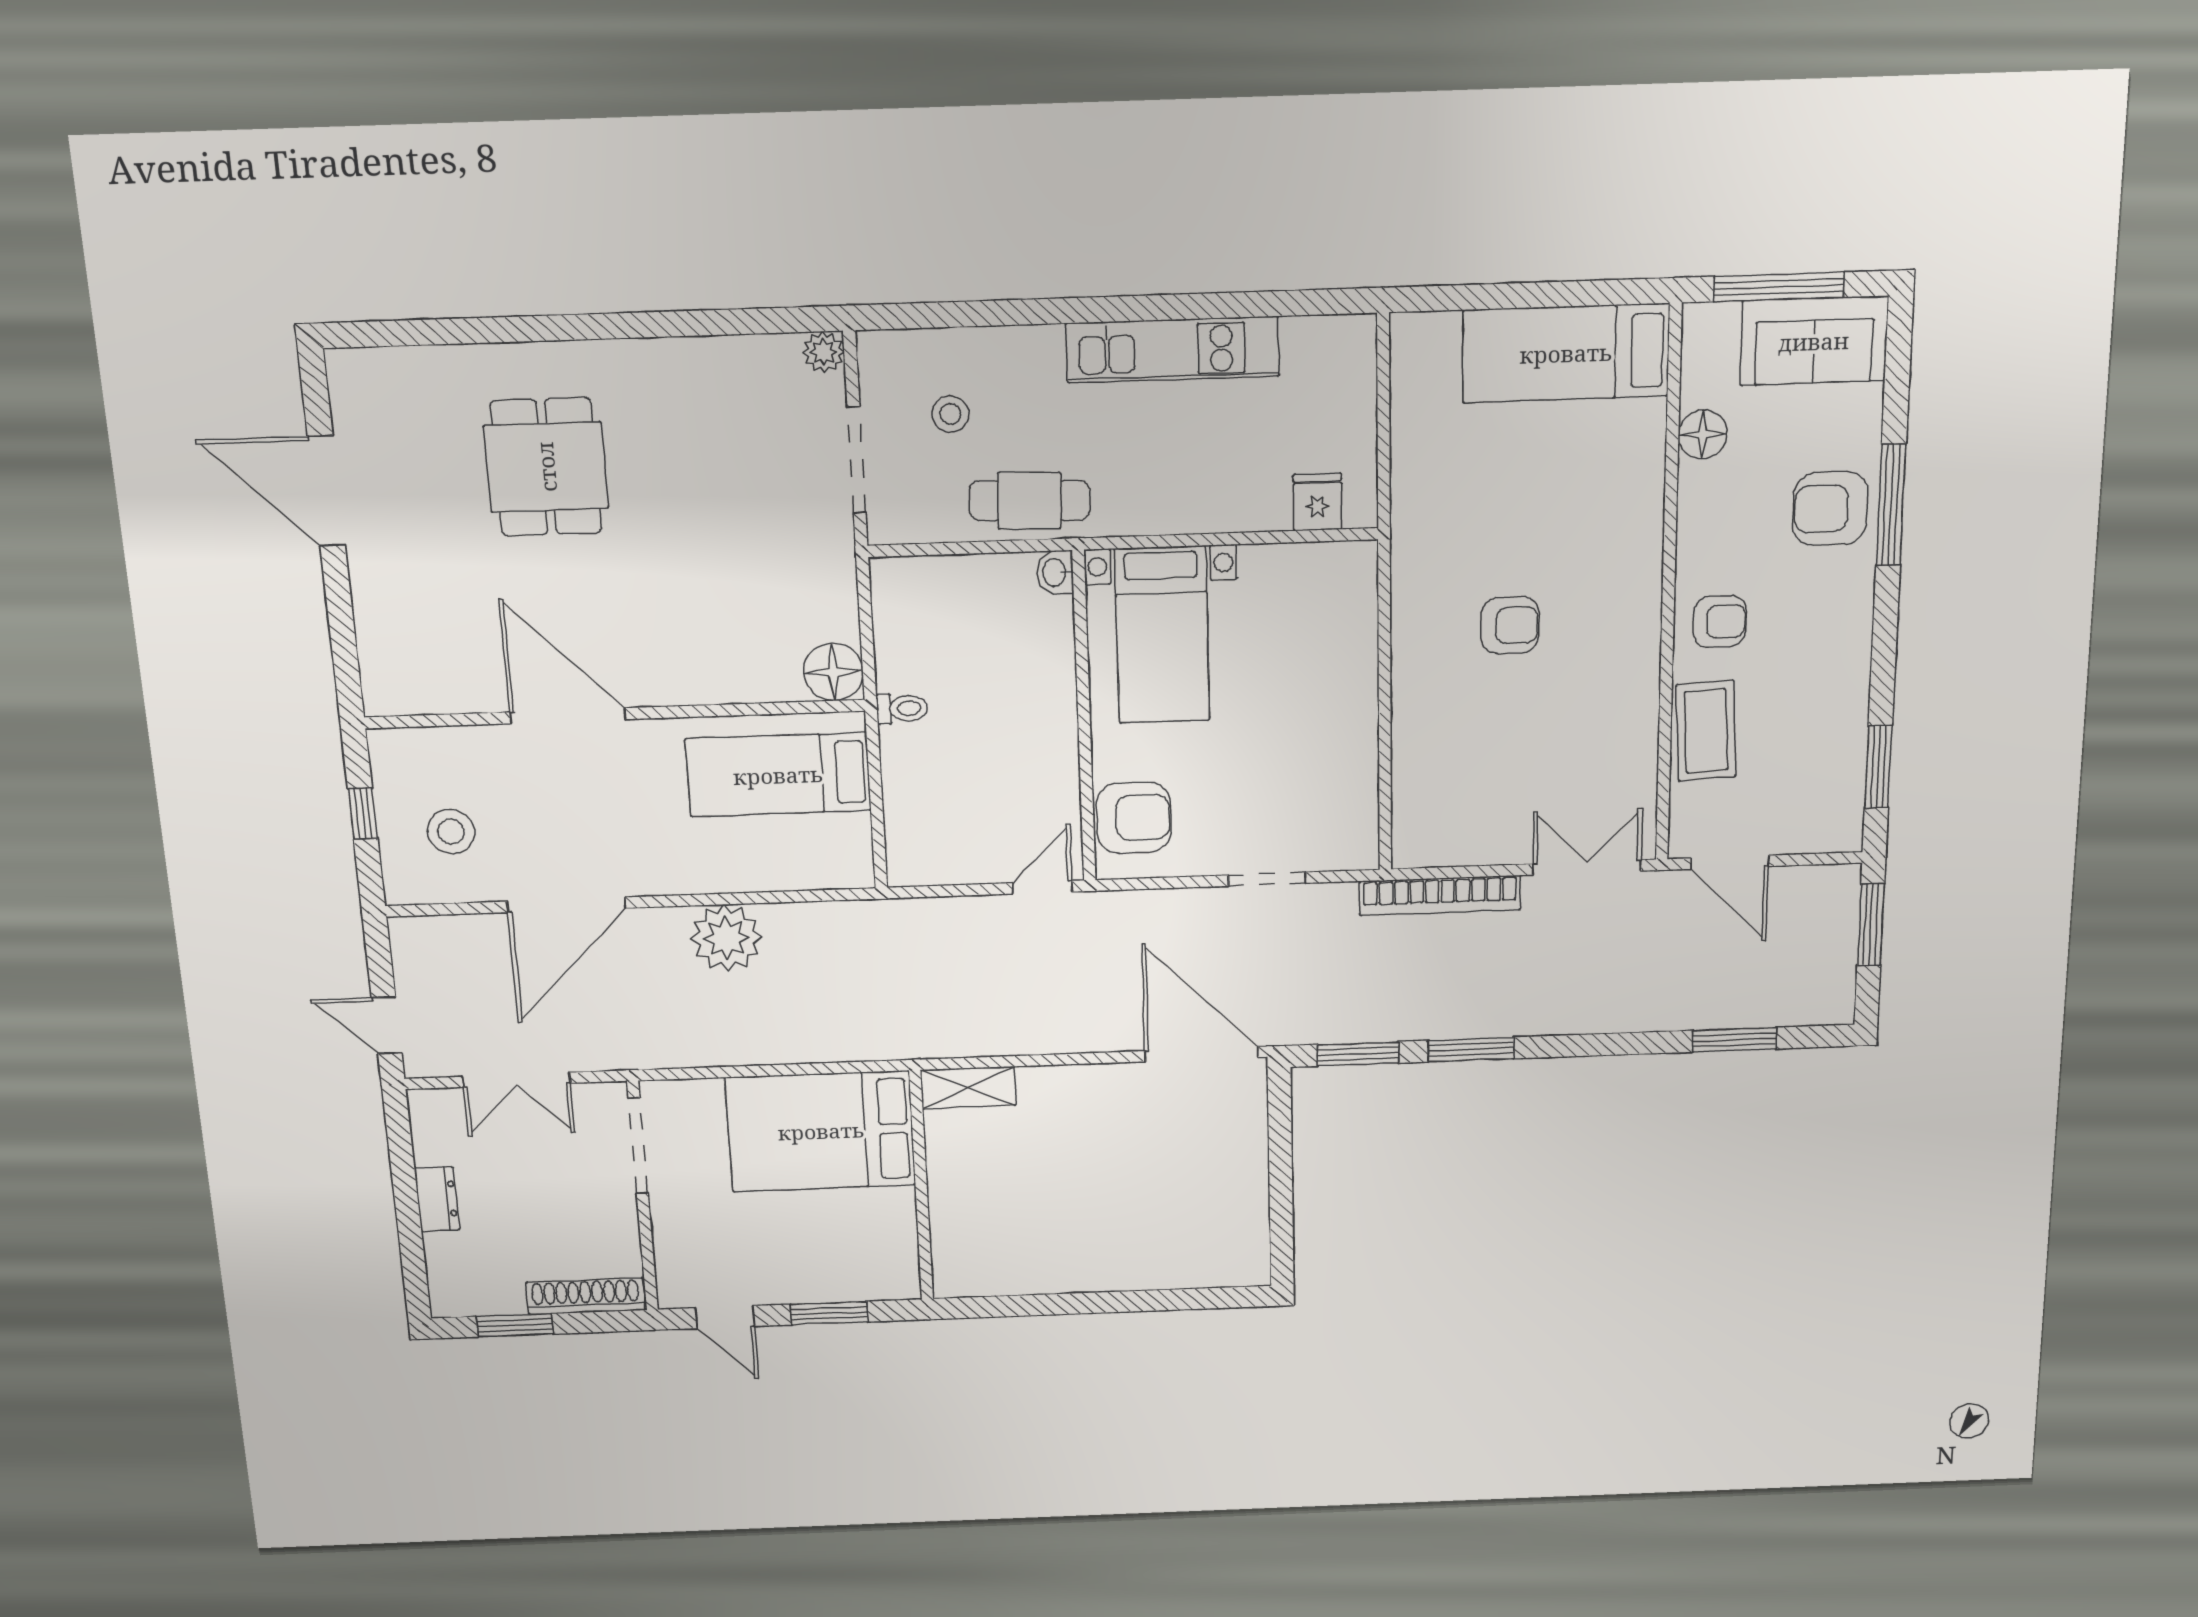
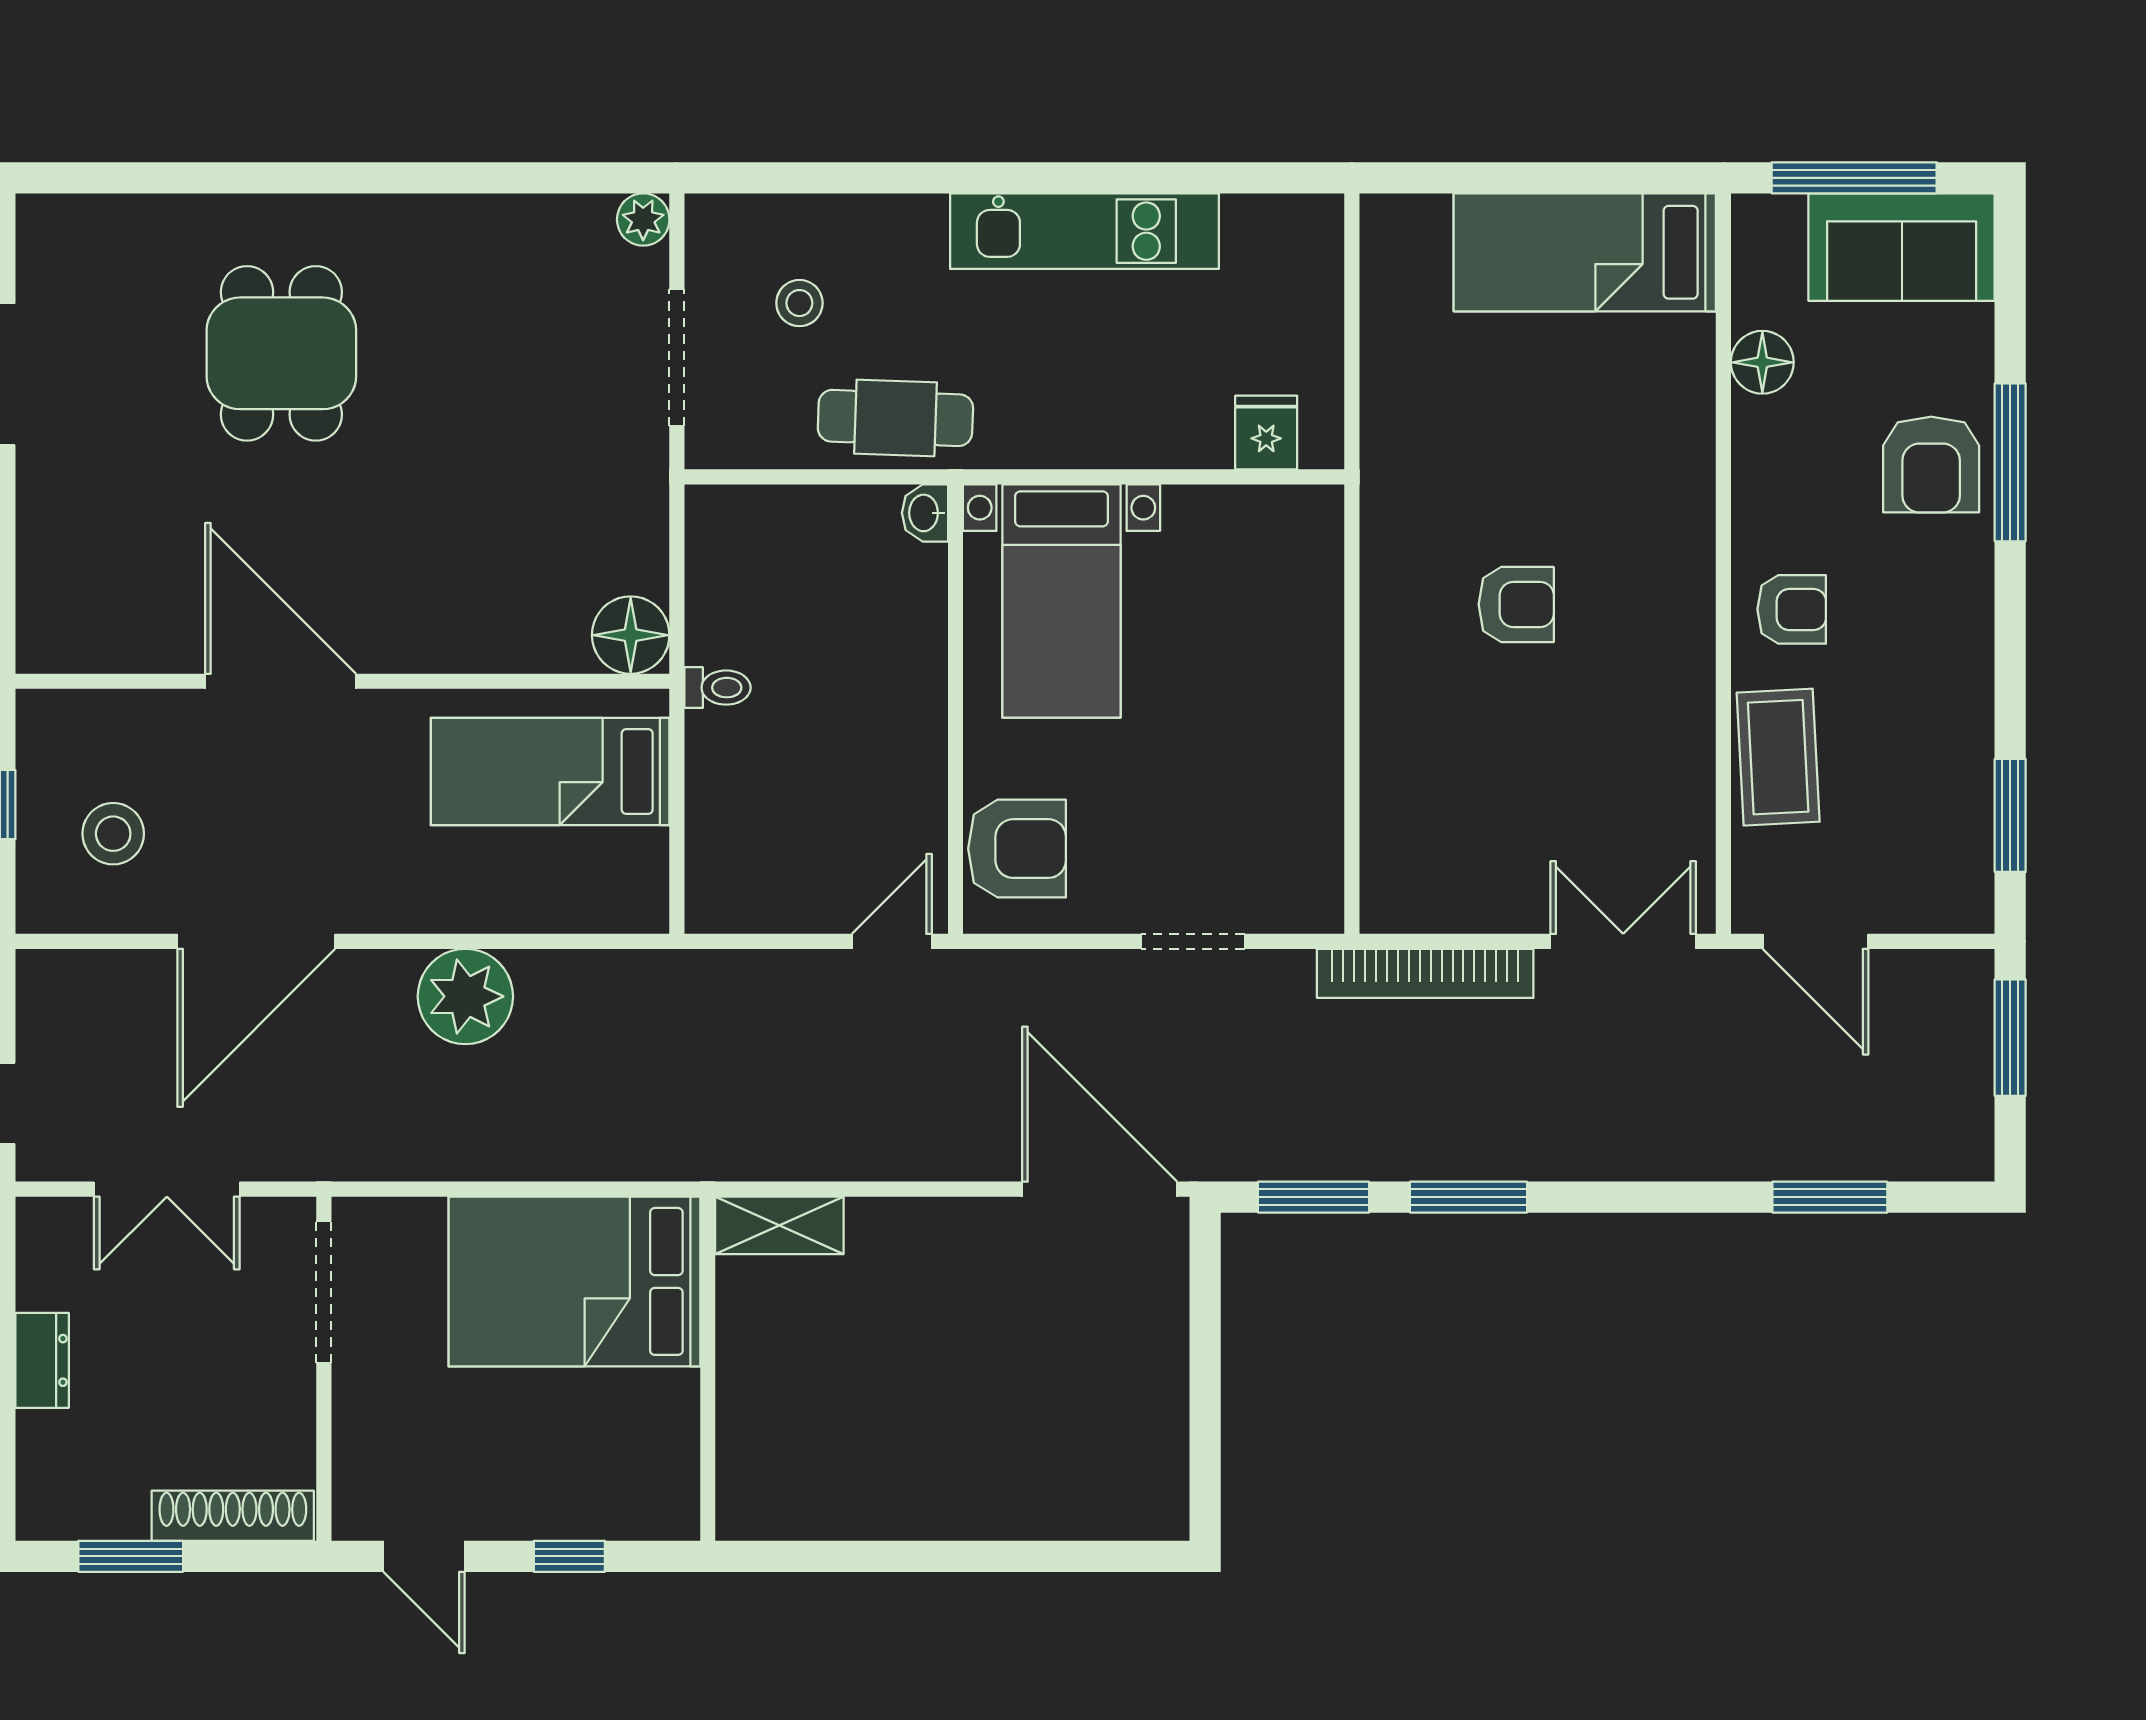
armchair: (1830, 509) -> (1931, 465), turned -90
window: (829, 1313) -> (569, 1556), width x0.67

